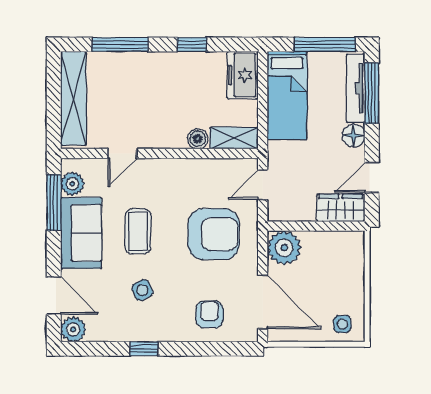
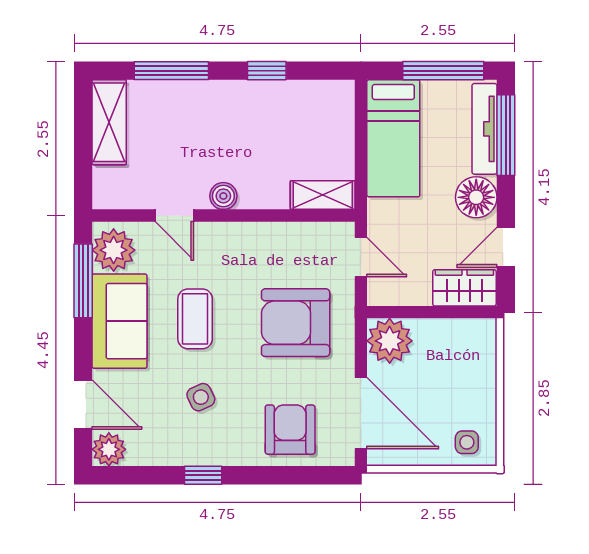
freezer: (243, 75) -> (334, 111), removed
shelving: (73, 98) -> (109, 122), width x0.68
floor lamp: (354, 136) -> (476, 197), width x1.38, depth x1.38
boiler: (198, 139) -> (223, 196), moved
door: (122, 153) -> (174, 216), hinge flipped
plant: (72, 184) -> (114, 250), width x1.36, depth x1.36
door: (263, 185) -> (361, 257), swing flipped
armchair: (214, 234) -> (296, 323), turned 180
armchair: (209, 314) -> (290, 430), width x1.38, depth x1.38

